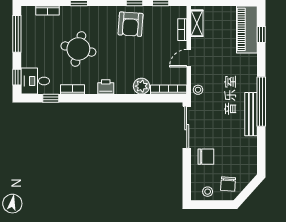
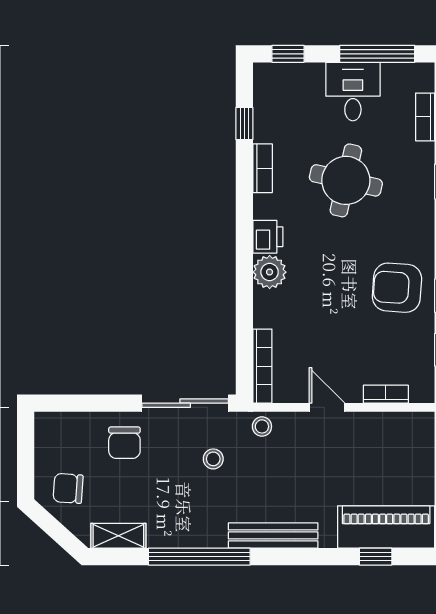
shelving: (197, 23) -> (118, 536), moved
desk: (35, 81) -> (353, 92), moved
plant: (141, 86) -> (270, 272), moved
window: (261, 102) -> (199, 557), moved
bench: (251, 114) -> (273, 535), moved
stool: (208, 192) -> (213, 459), moved

